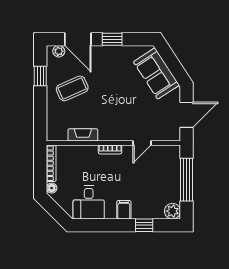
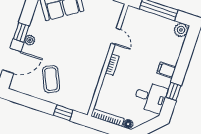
plant: (59, 51) -> (30, 40), moved
window: (40, 76) -> (63, 113), moved
fireplace: (83, 135) -> (93, 83), removed
window: (144, 225) -> (173, 91), moved

